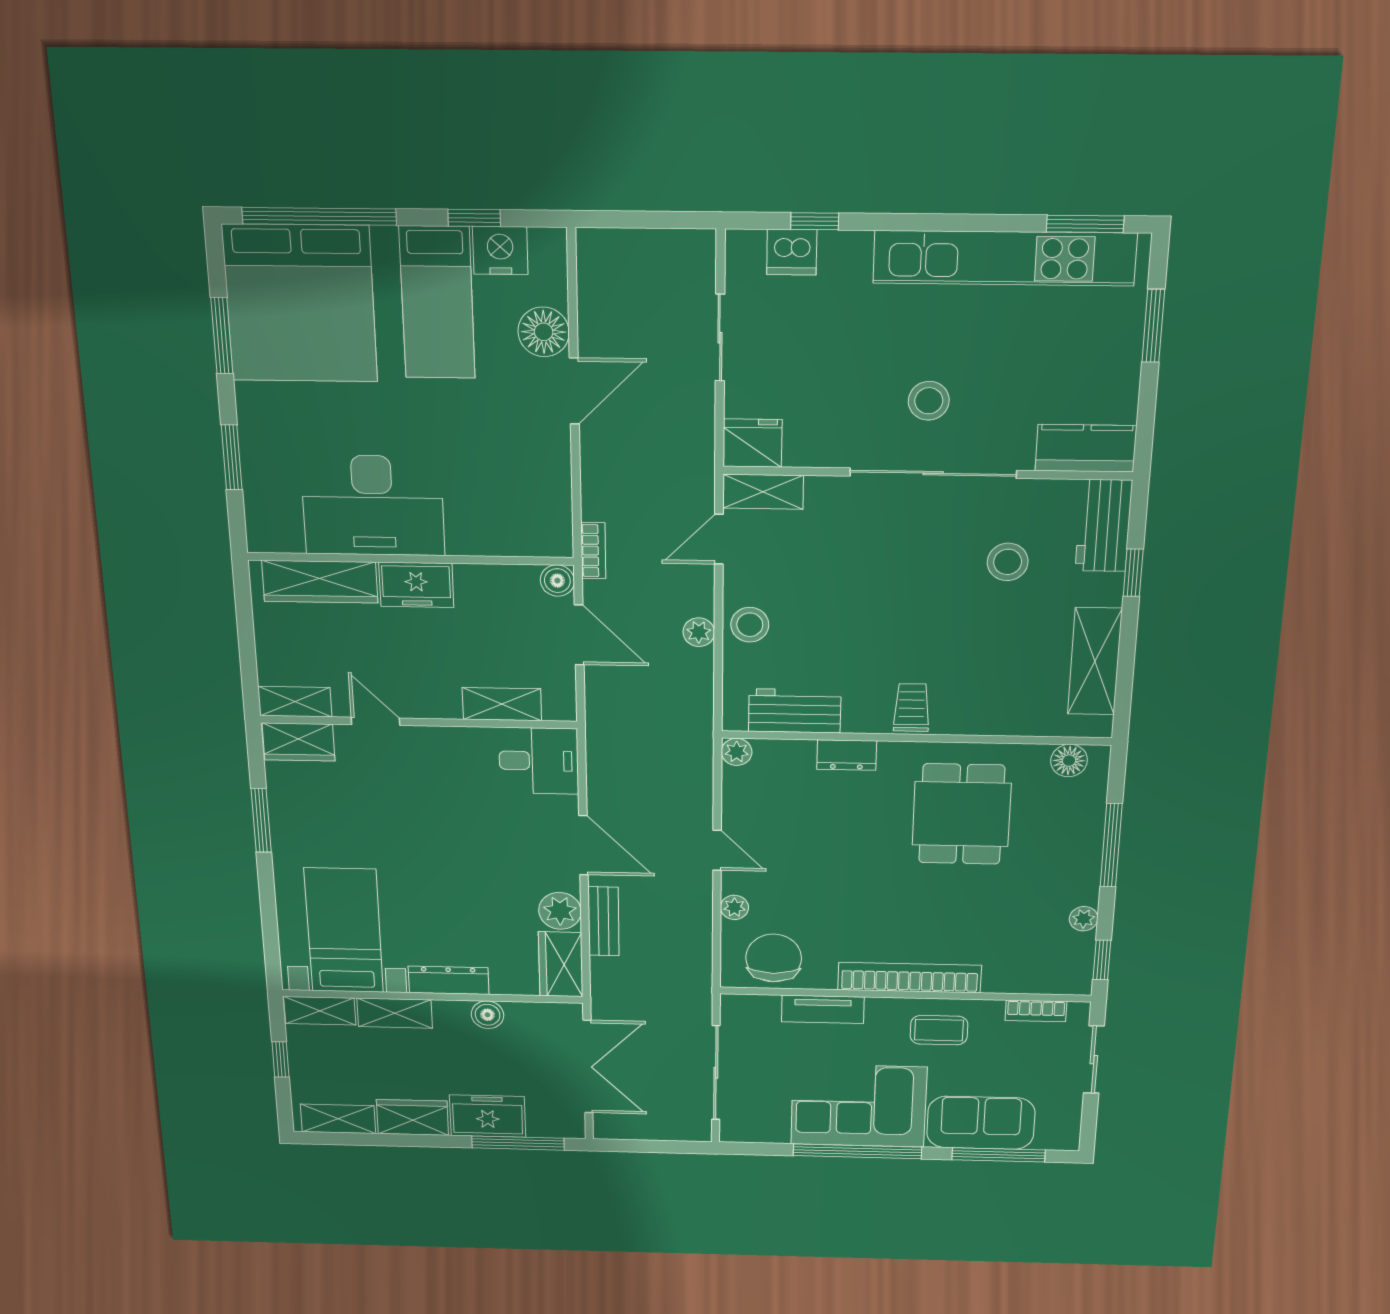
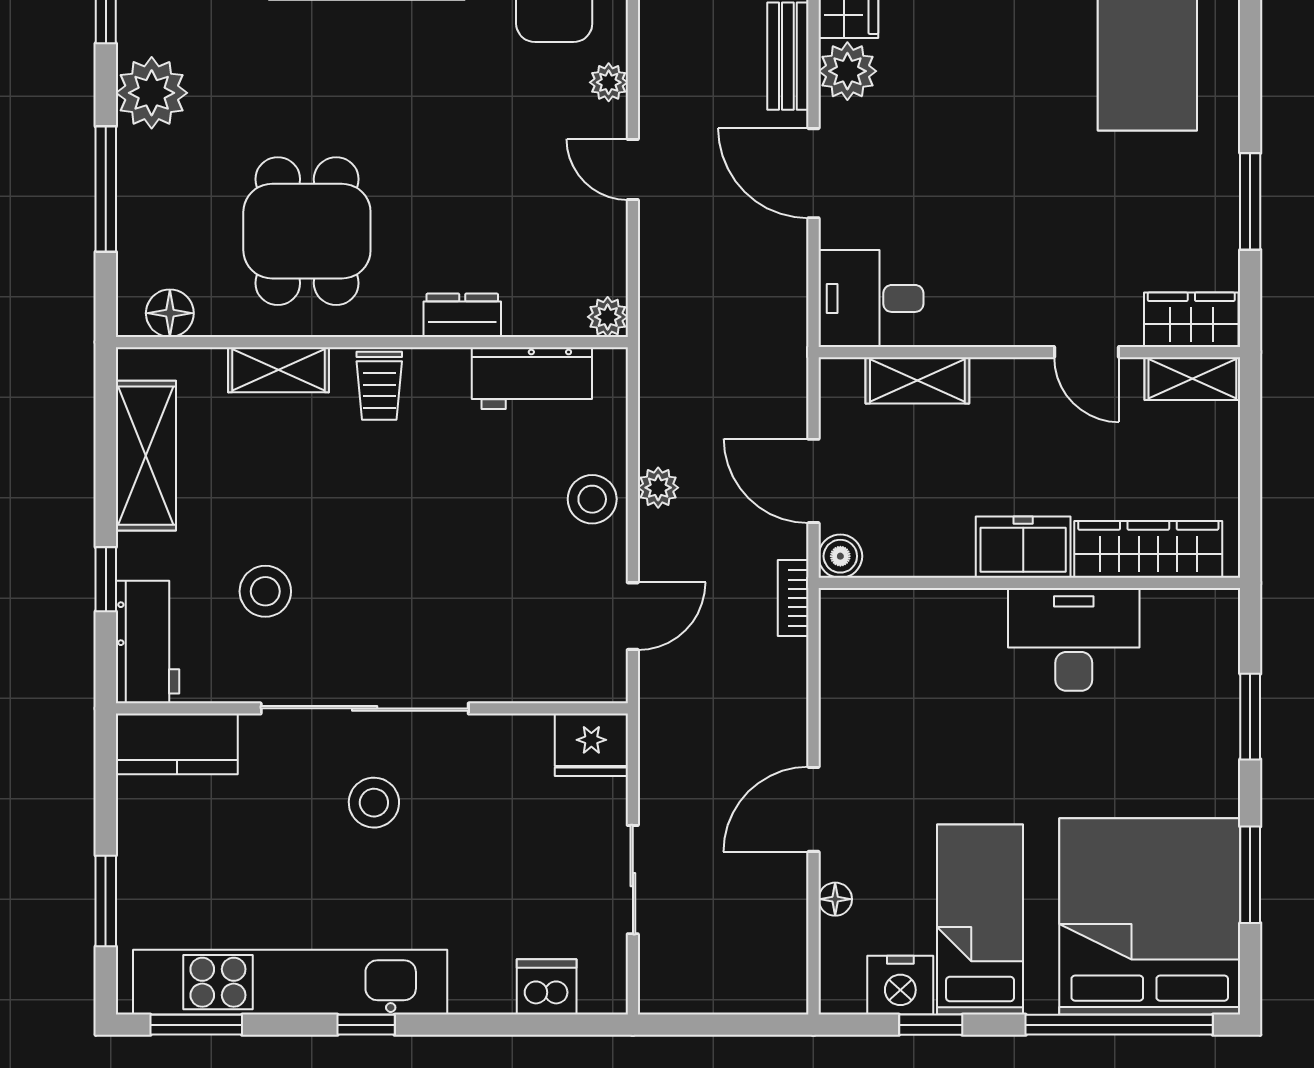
window: (815, 221) -> (366, 1025), moved
floor lamp: (544, 332) -> (835, 899), width x0.53, depth x0.53
shelving: (763, 492) -> (279, 370), moved
desk: (373, 505) -> (1074, 639), width x0.73, depth x0.77
plant: (1084, 919) -> (152, 93), width x1.87, depth x1.87

